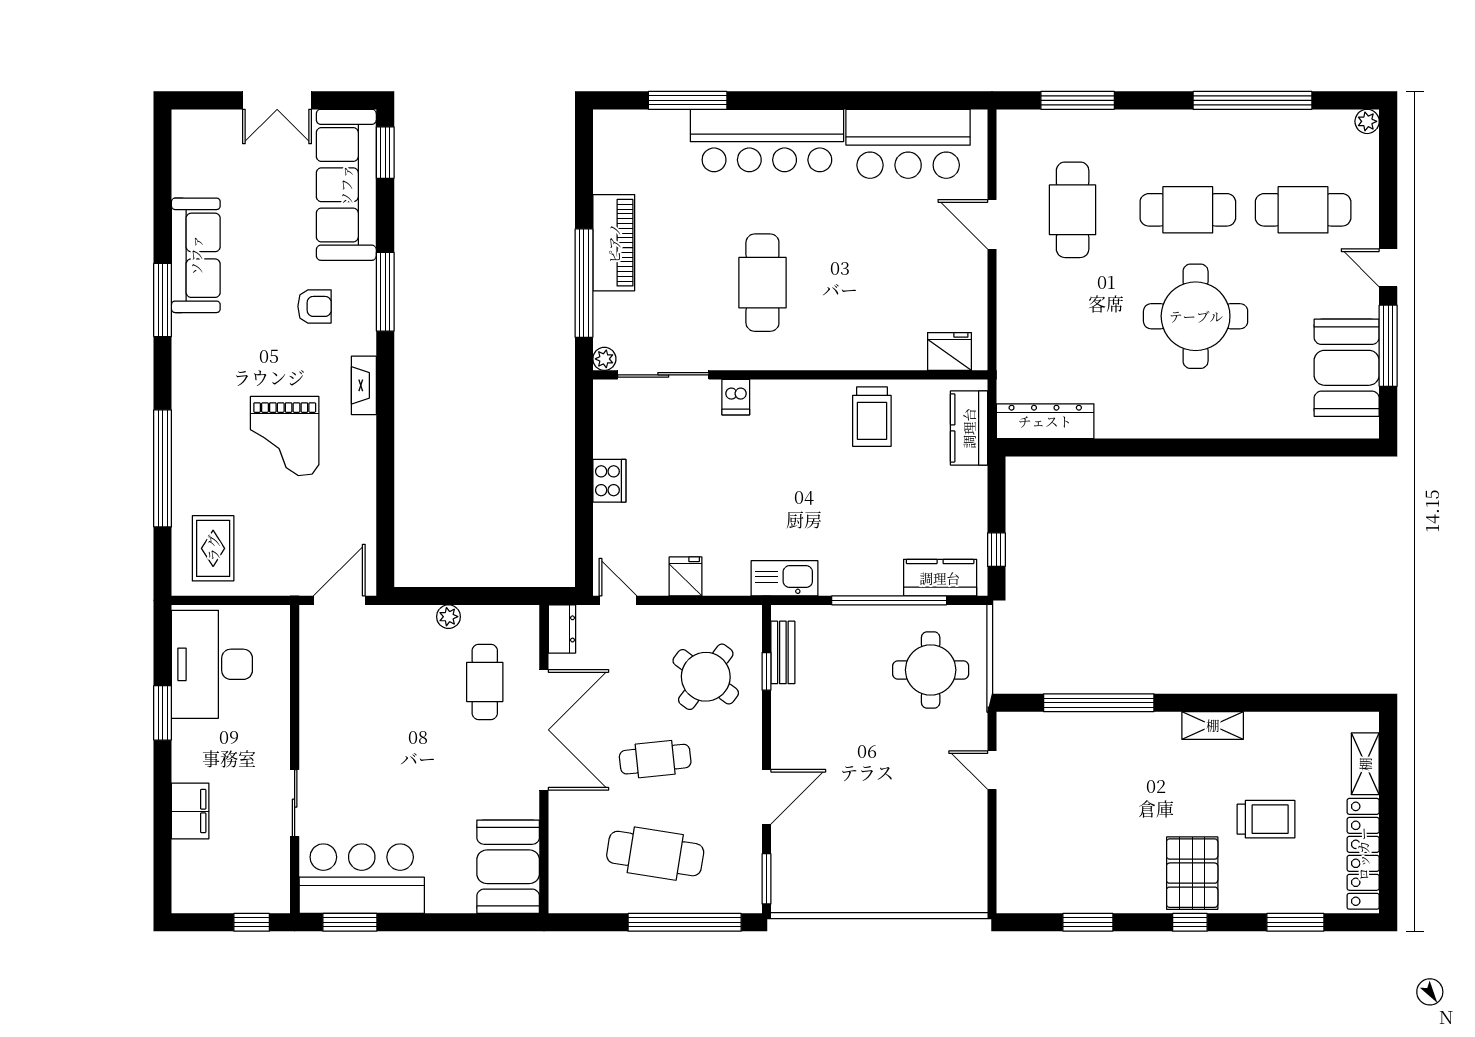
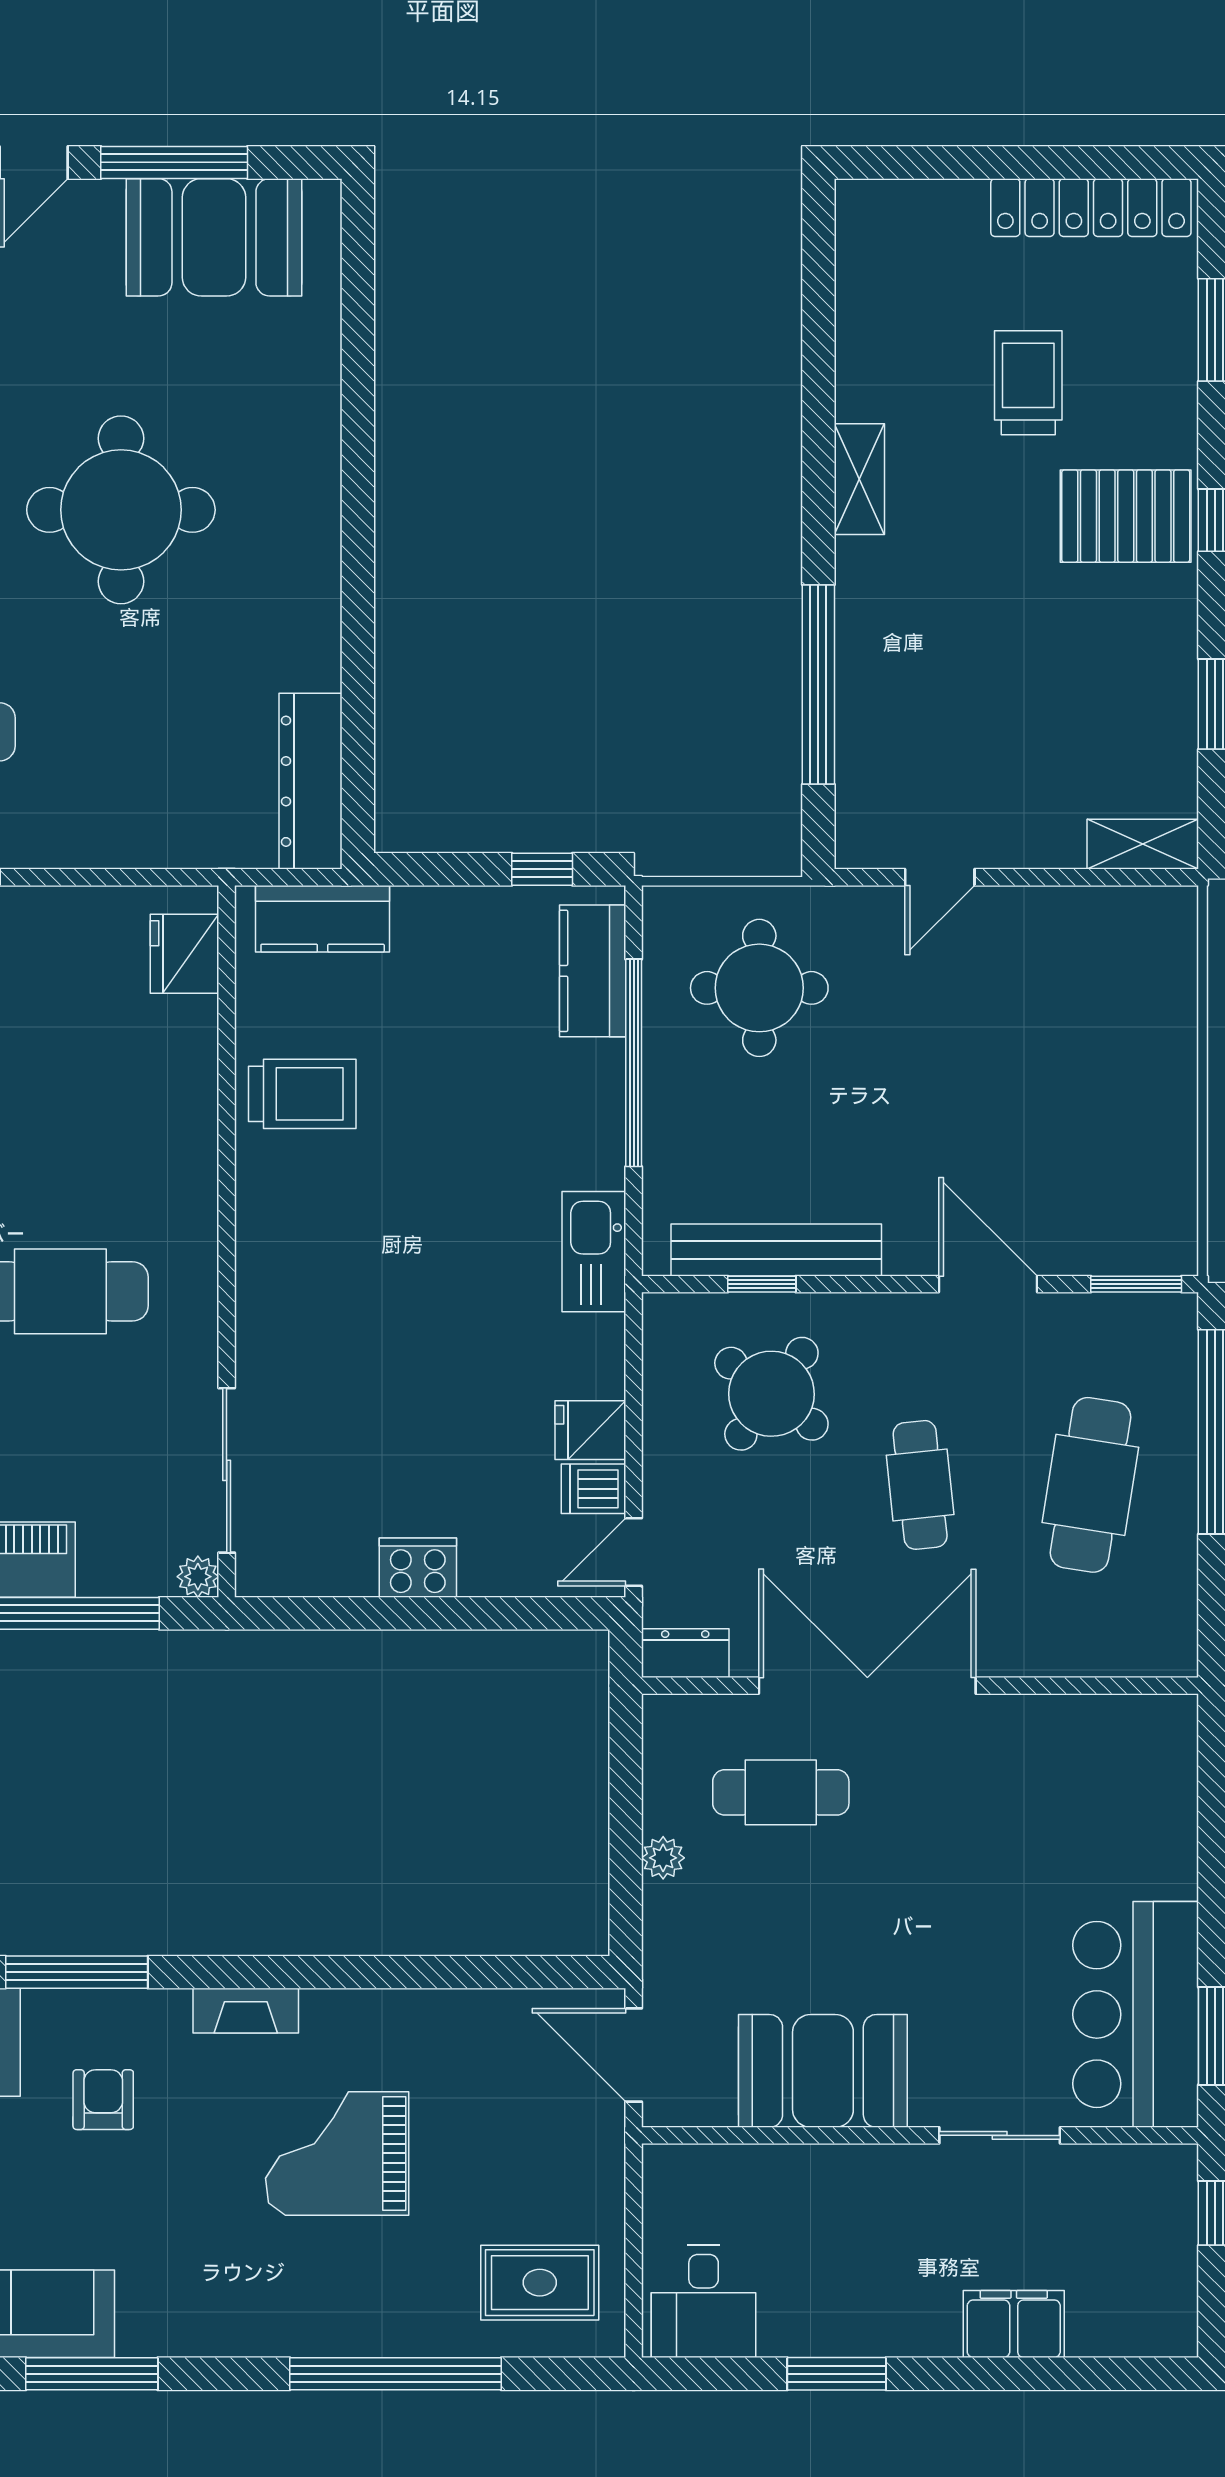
dishwasher: (736, 397) -> (593, 1489), moved, turned 180
grand piano: (285, 436) -> (337, 2153), turned 180
bench: (783, 652) -> (776, 1250), width x1.86, depth x1.21
desk: (212, 664) -> (704, 2302), width x0.53, depth x0.77
shelving: (1365, 764) -> (1143, 844), moved
booth: (508, 867) -> (823, 2071), moved

